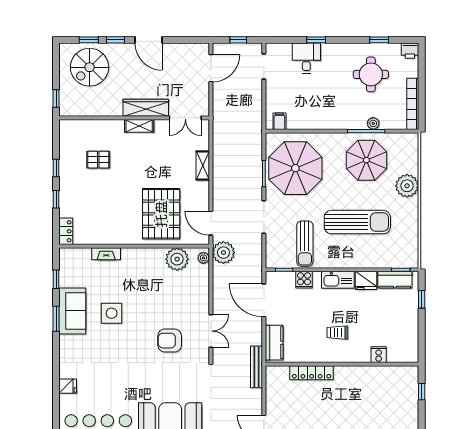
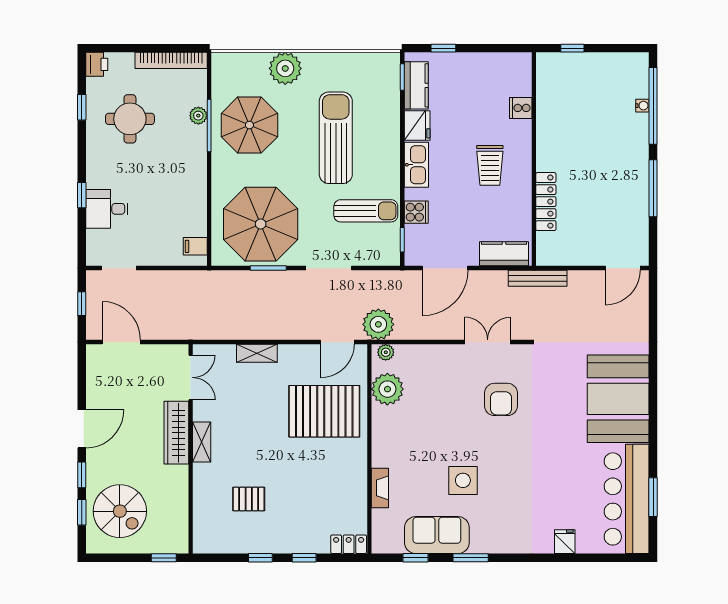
pallet: (98, 160) -> (249, 499), turned 90
sofa: (72, 311) -> (437, 535), moved
trolley: (337, 333) -> (490, 165), width x1.36, depth x1.39

